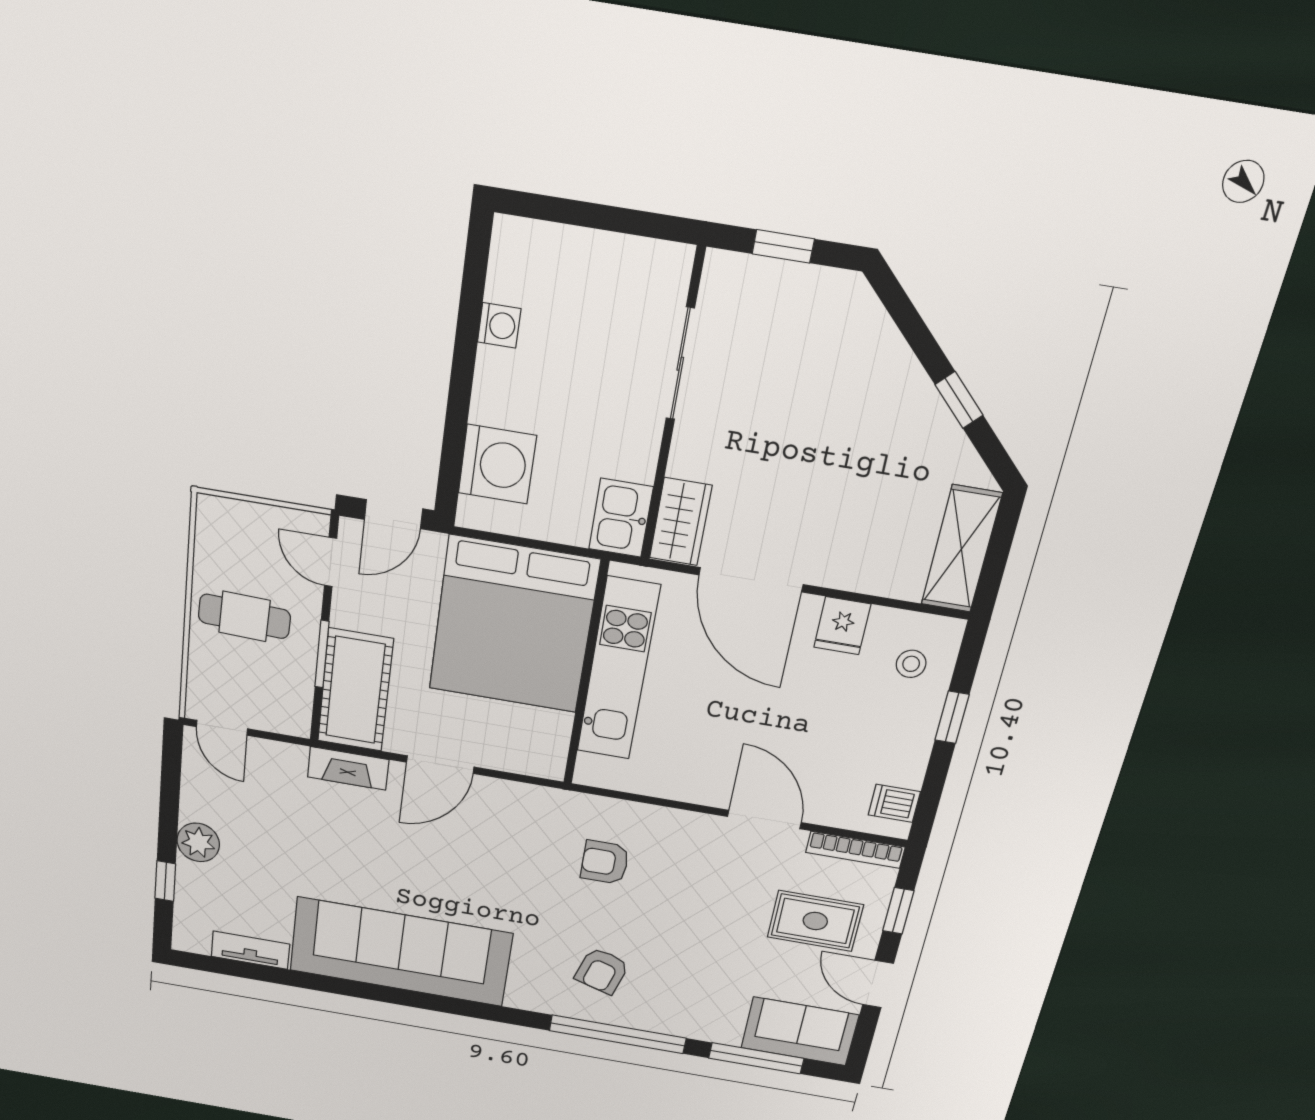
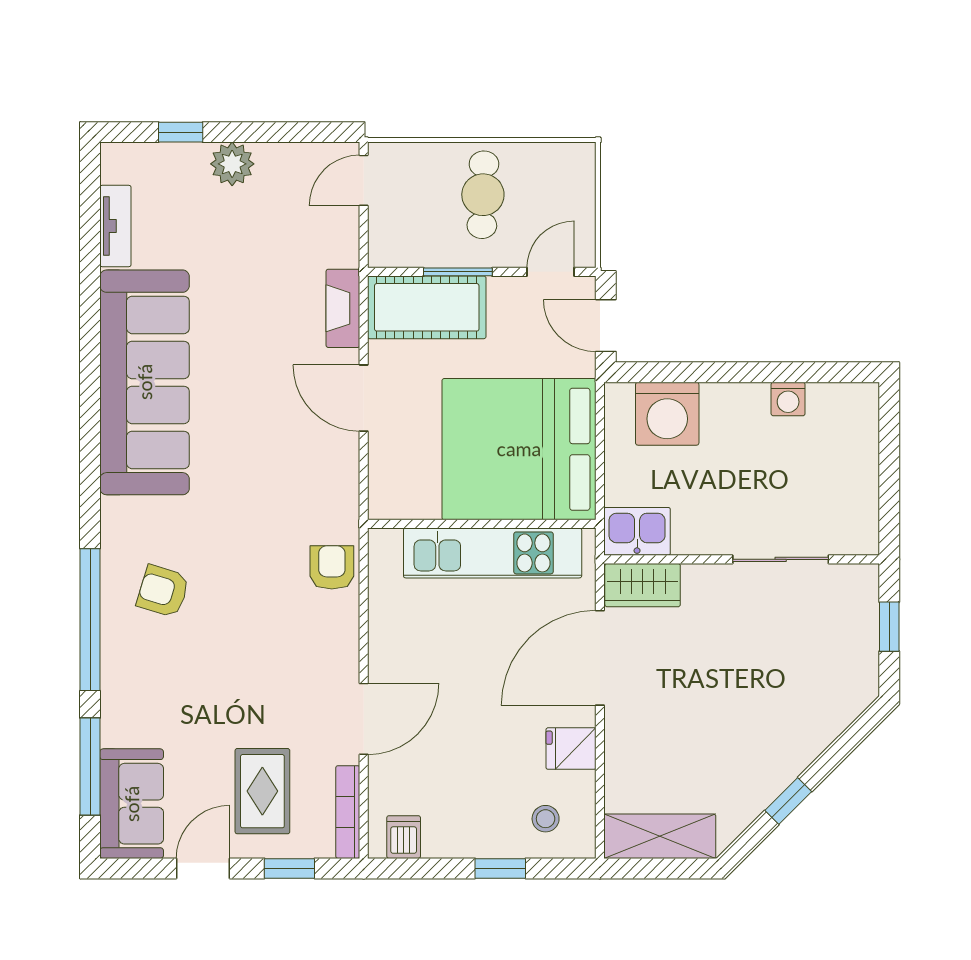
armchair: (605, 862) -> (332, 567), moved

